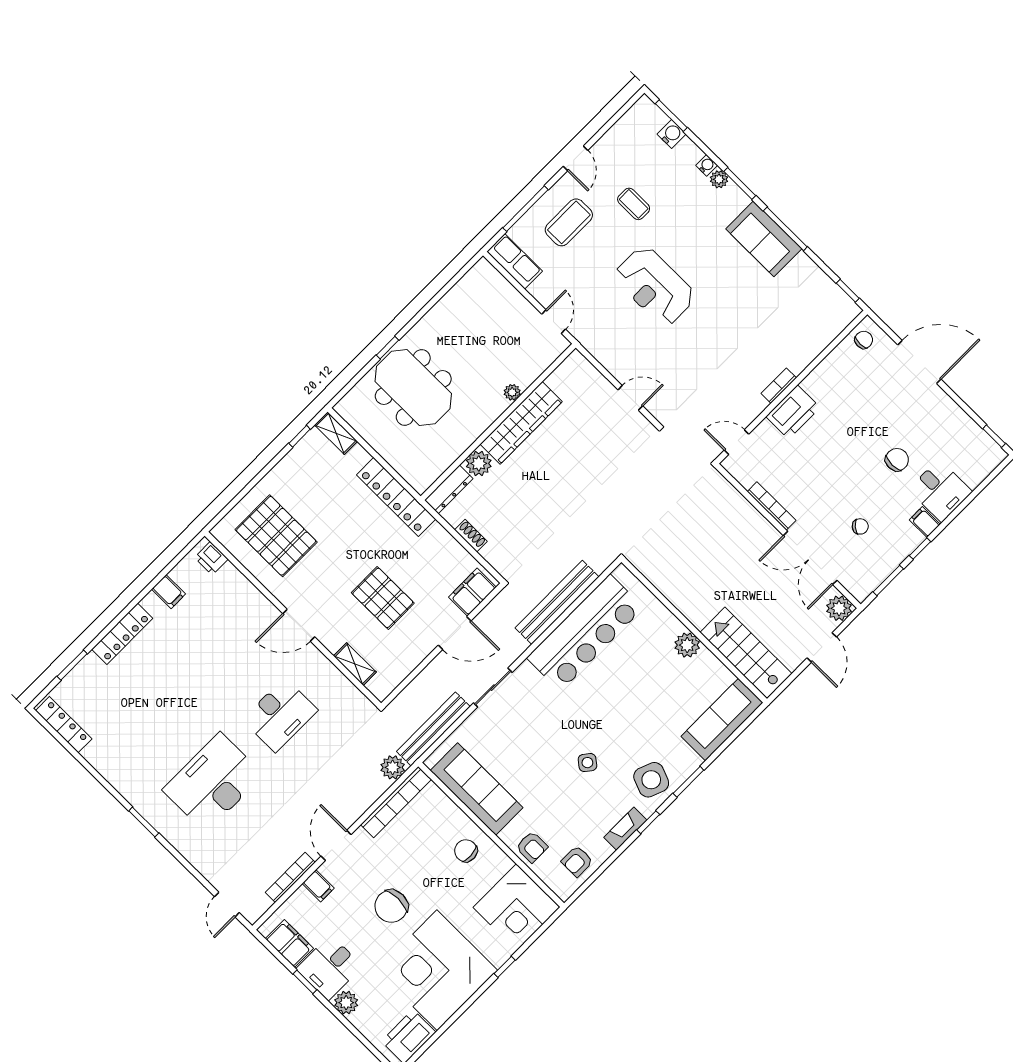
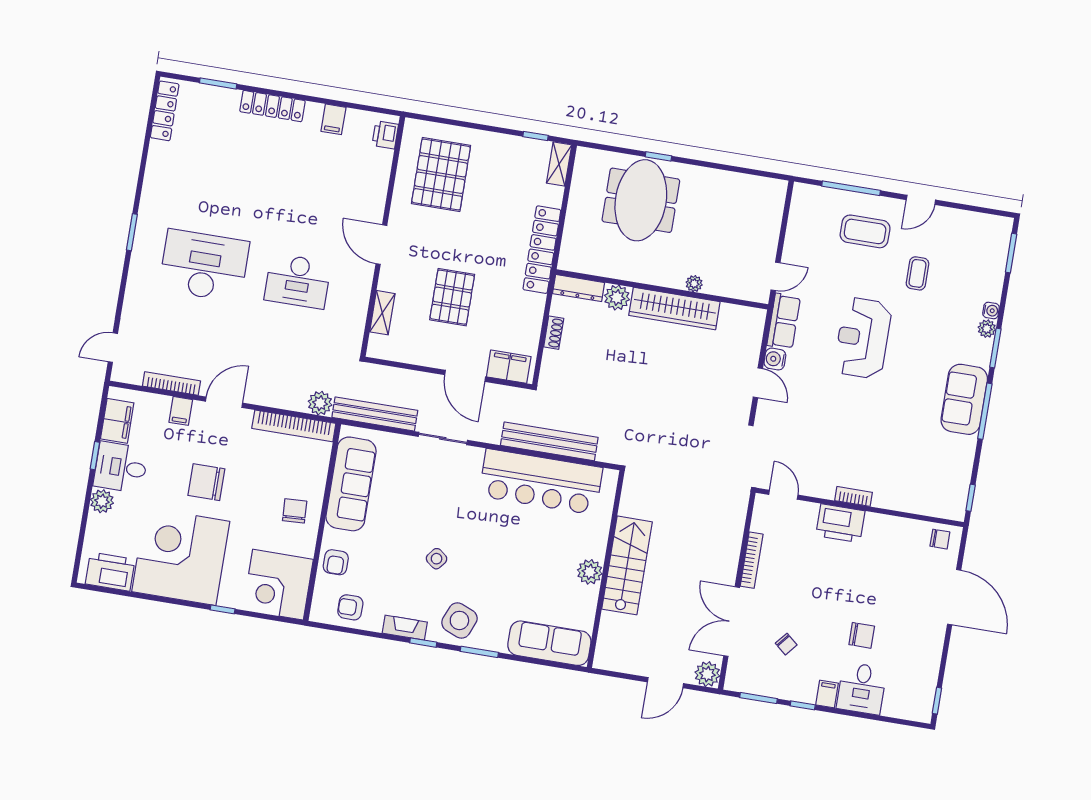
water cooler: (672, 134) -> (775, 359), moved, turned 180
row of seats: (515, 261) -> (784, 321), moved
stairs: (746, 653) -> (627, 565), moved

